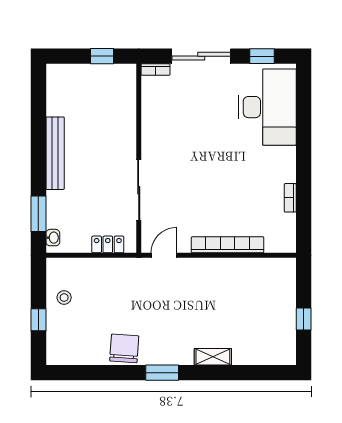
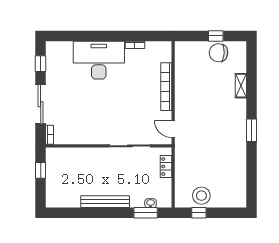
desk: (267, 107) -> (99, 60), moved
washbasin: (53, 238) -> (151, 203), moved
stool: (64, 298) -> (201, 196), width x1.89, depth x1.89
window: (38, 320) -> (199, 213), moved
chair: (124, 348) -> (219, 53), moved
shelving: (213, 357) -> (241, 86), moved

